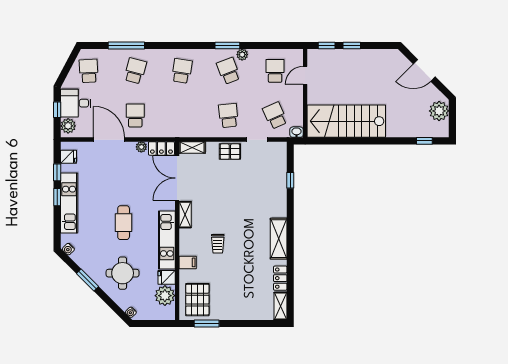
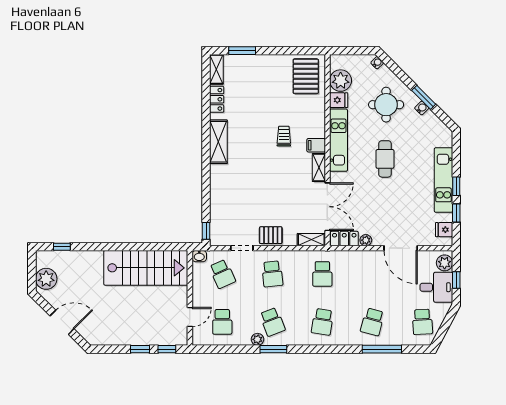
school desk: (135, 115) -> (322, 274), moved
window: (290, 180) -> (206, 231), moved
water cooler: (68, 249) -> (422, 108), moved
filing cabinet: (188, 262) -> (316, 145), moved
window: (207, 323) -> (242, 51), moved

